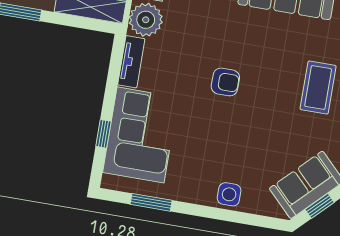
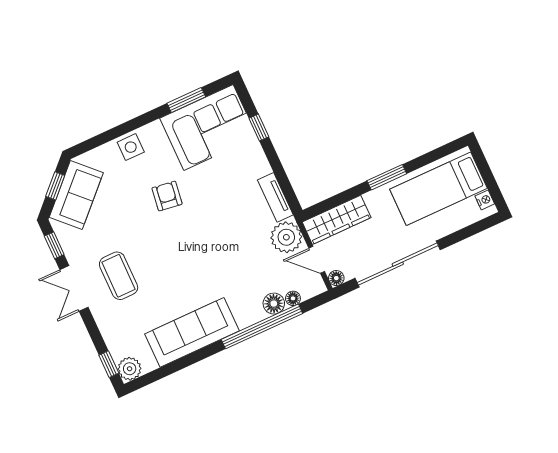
armchair: (225, 82) -> (167, 196), moved, turned 98
corner sofa: (141, 135) -> (208, 127), moved, turned -90

